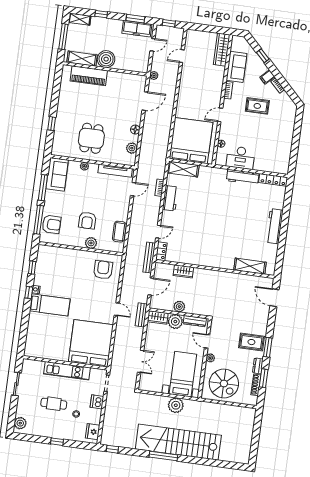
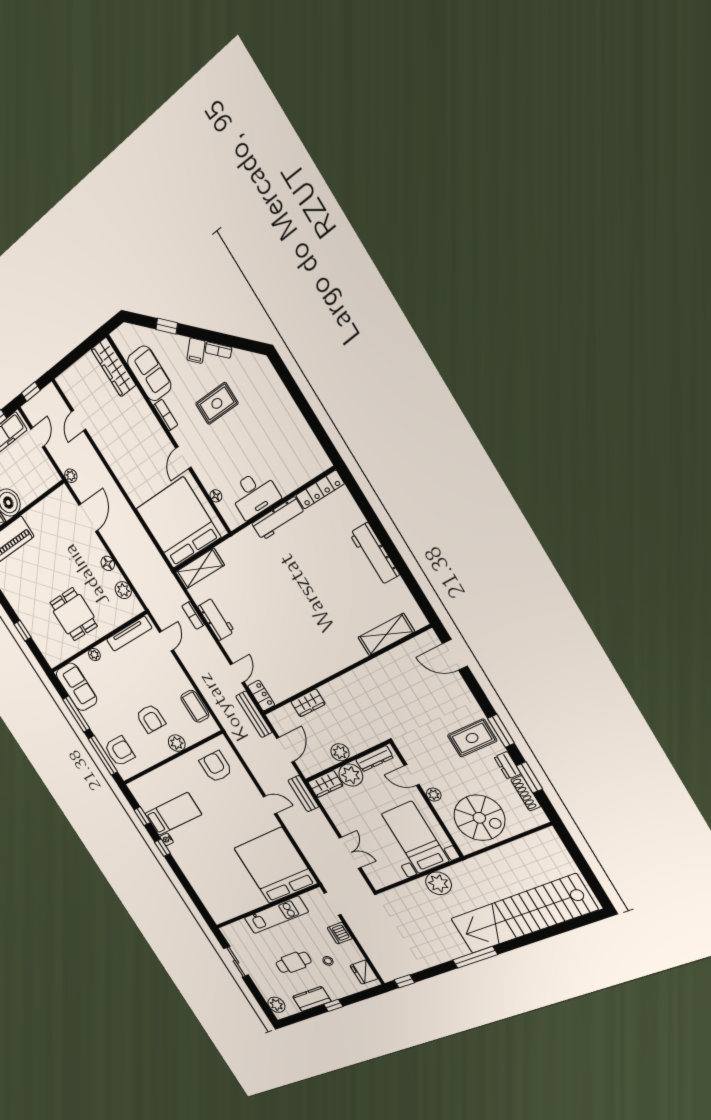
bed: (50, 305) -> (173, 814), moved
kitchen counter: (47, 431) -> (312, 999), added
stairs: (178, 442) -> (523, 914), moved

